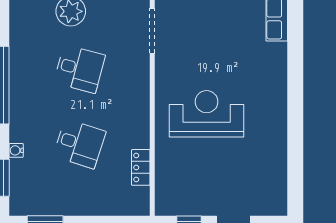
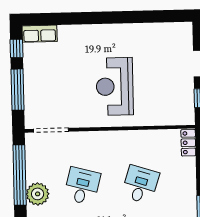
locker: (141, 167) -> (188, 143), moved, turned 90

